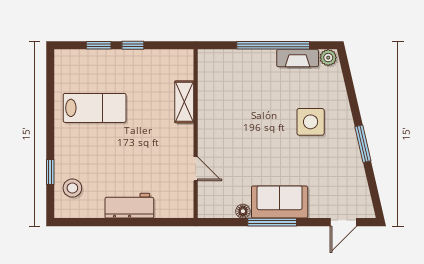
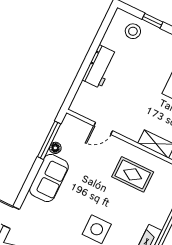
rug: (231, 112) -> (133, 174), added
window: (272, 222) -> (49, 140), moved

